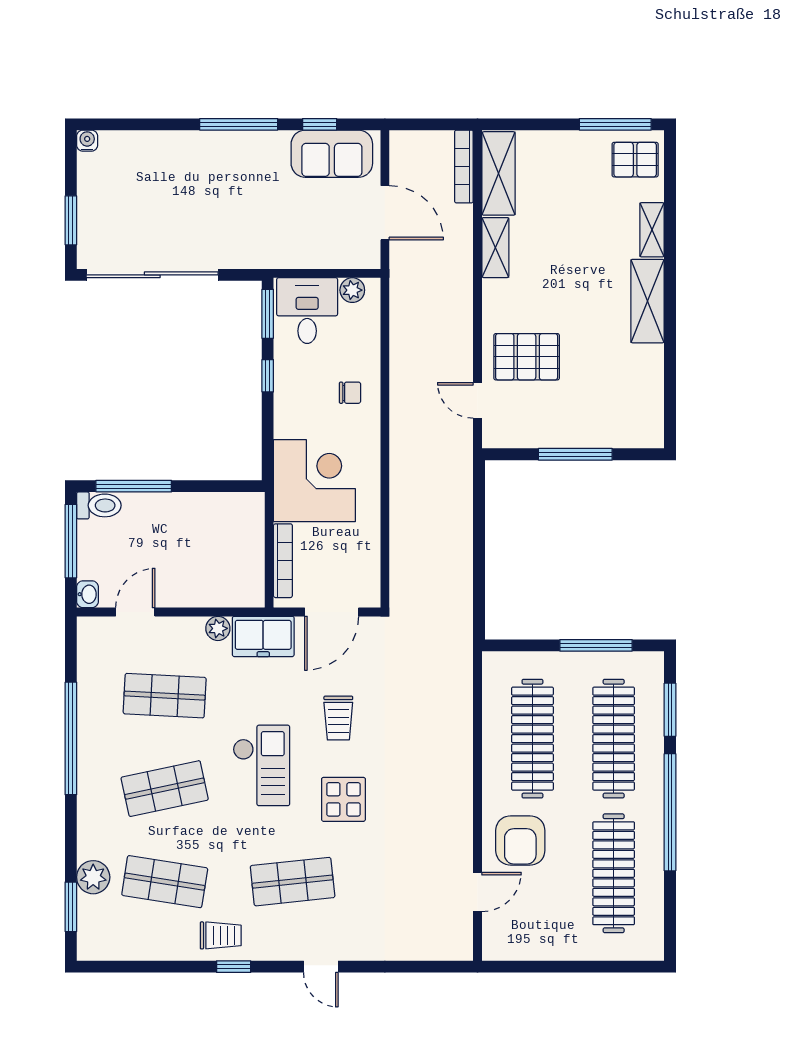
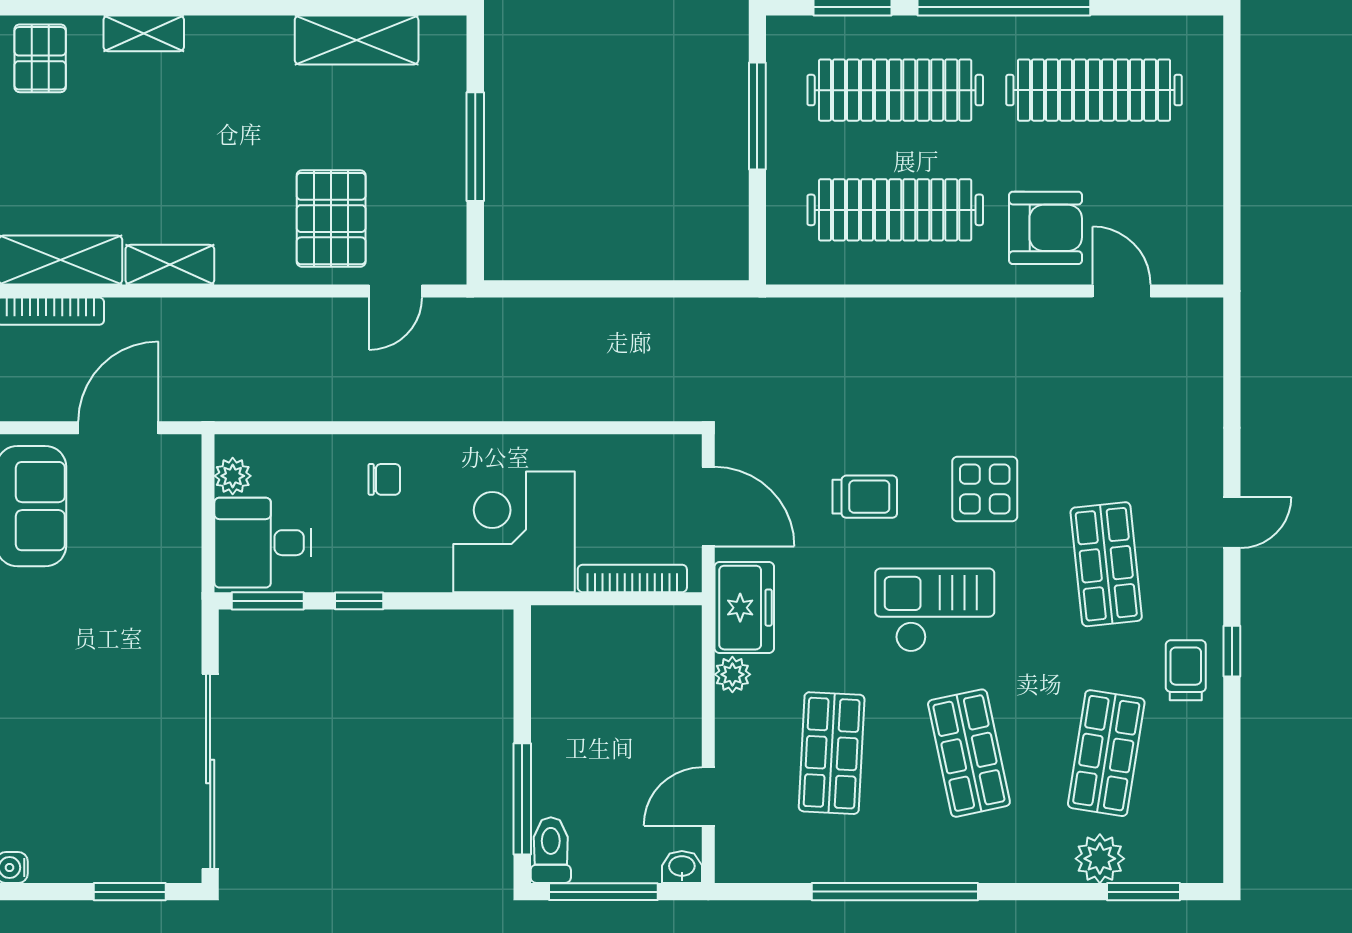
shelving: (647, 301) -> (357, 40), moved
chair: (350, 393) -> (384, 479), turned 90
door: (135, 612) -> (708, 796), hinge flipped

